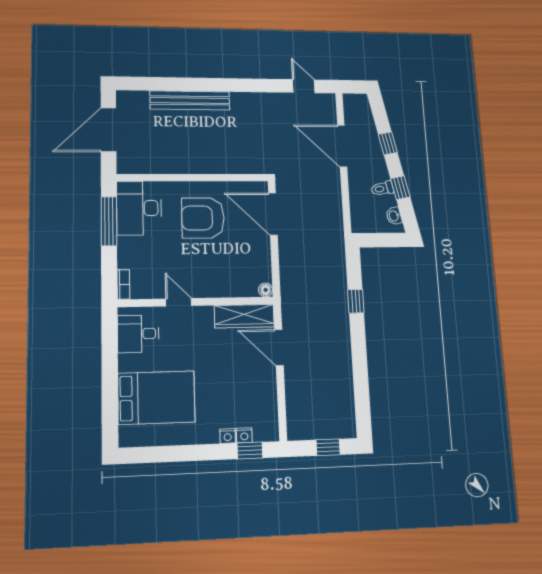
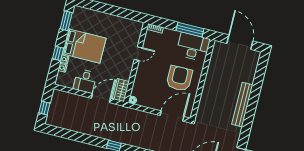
bench: (190, 100) -> (242, 105), moved
wardrobe: (244, 316) -> (121, 90), width x0.67
desk: (138, 334) -> (85, 81), moved, turned 180
bed: (156, 398) -> (84, 46), moved, turned -90
window: (250, 450) -> (58, 53), moved
window: (153, 454) -> (66, 21), added

